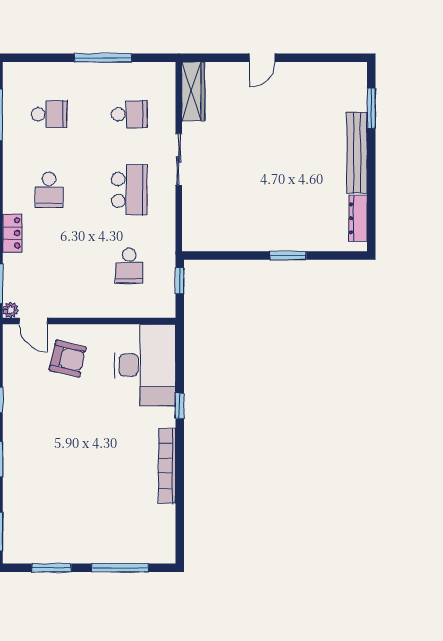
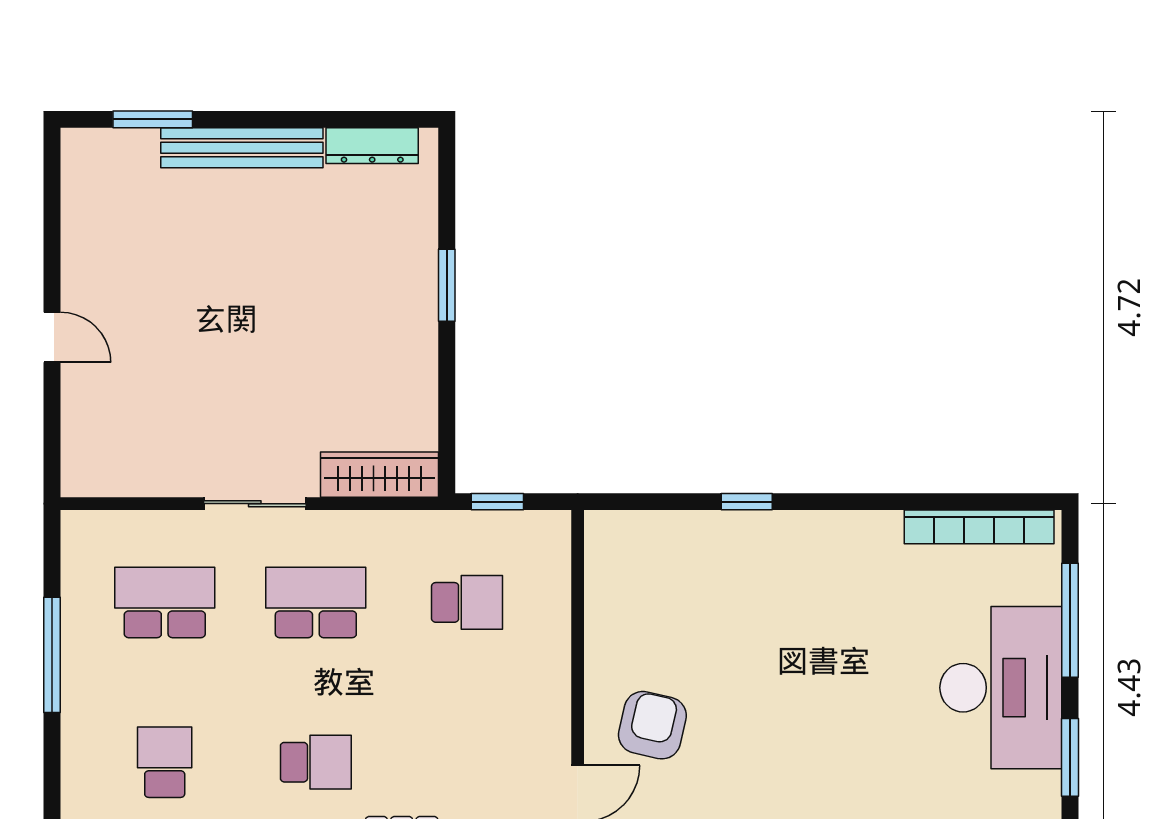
wardrobe: (193, 91) -> (380, 475), moved
school desk: (129, 114) -> (165, 602), width x1.85
desk: (145, 365) -> (1001, 688), moved, turned 90
bookcase: (167, 466) -> (979, 527), moved

